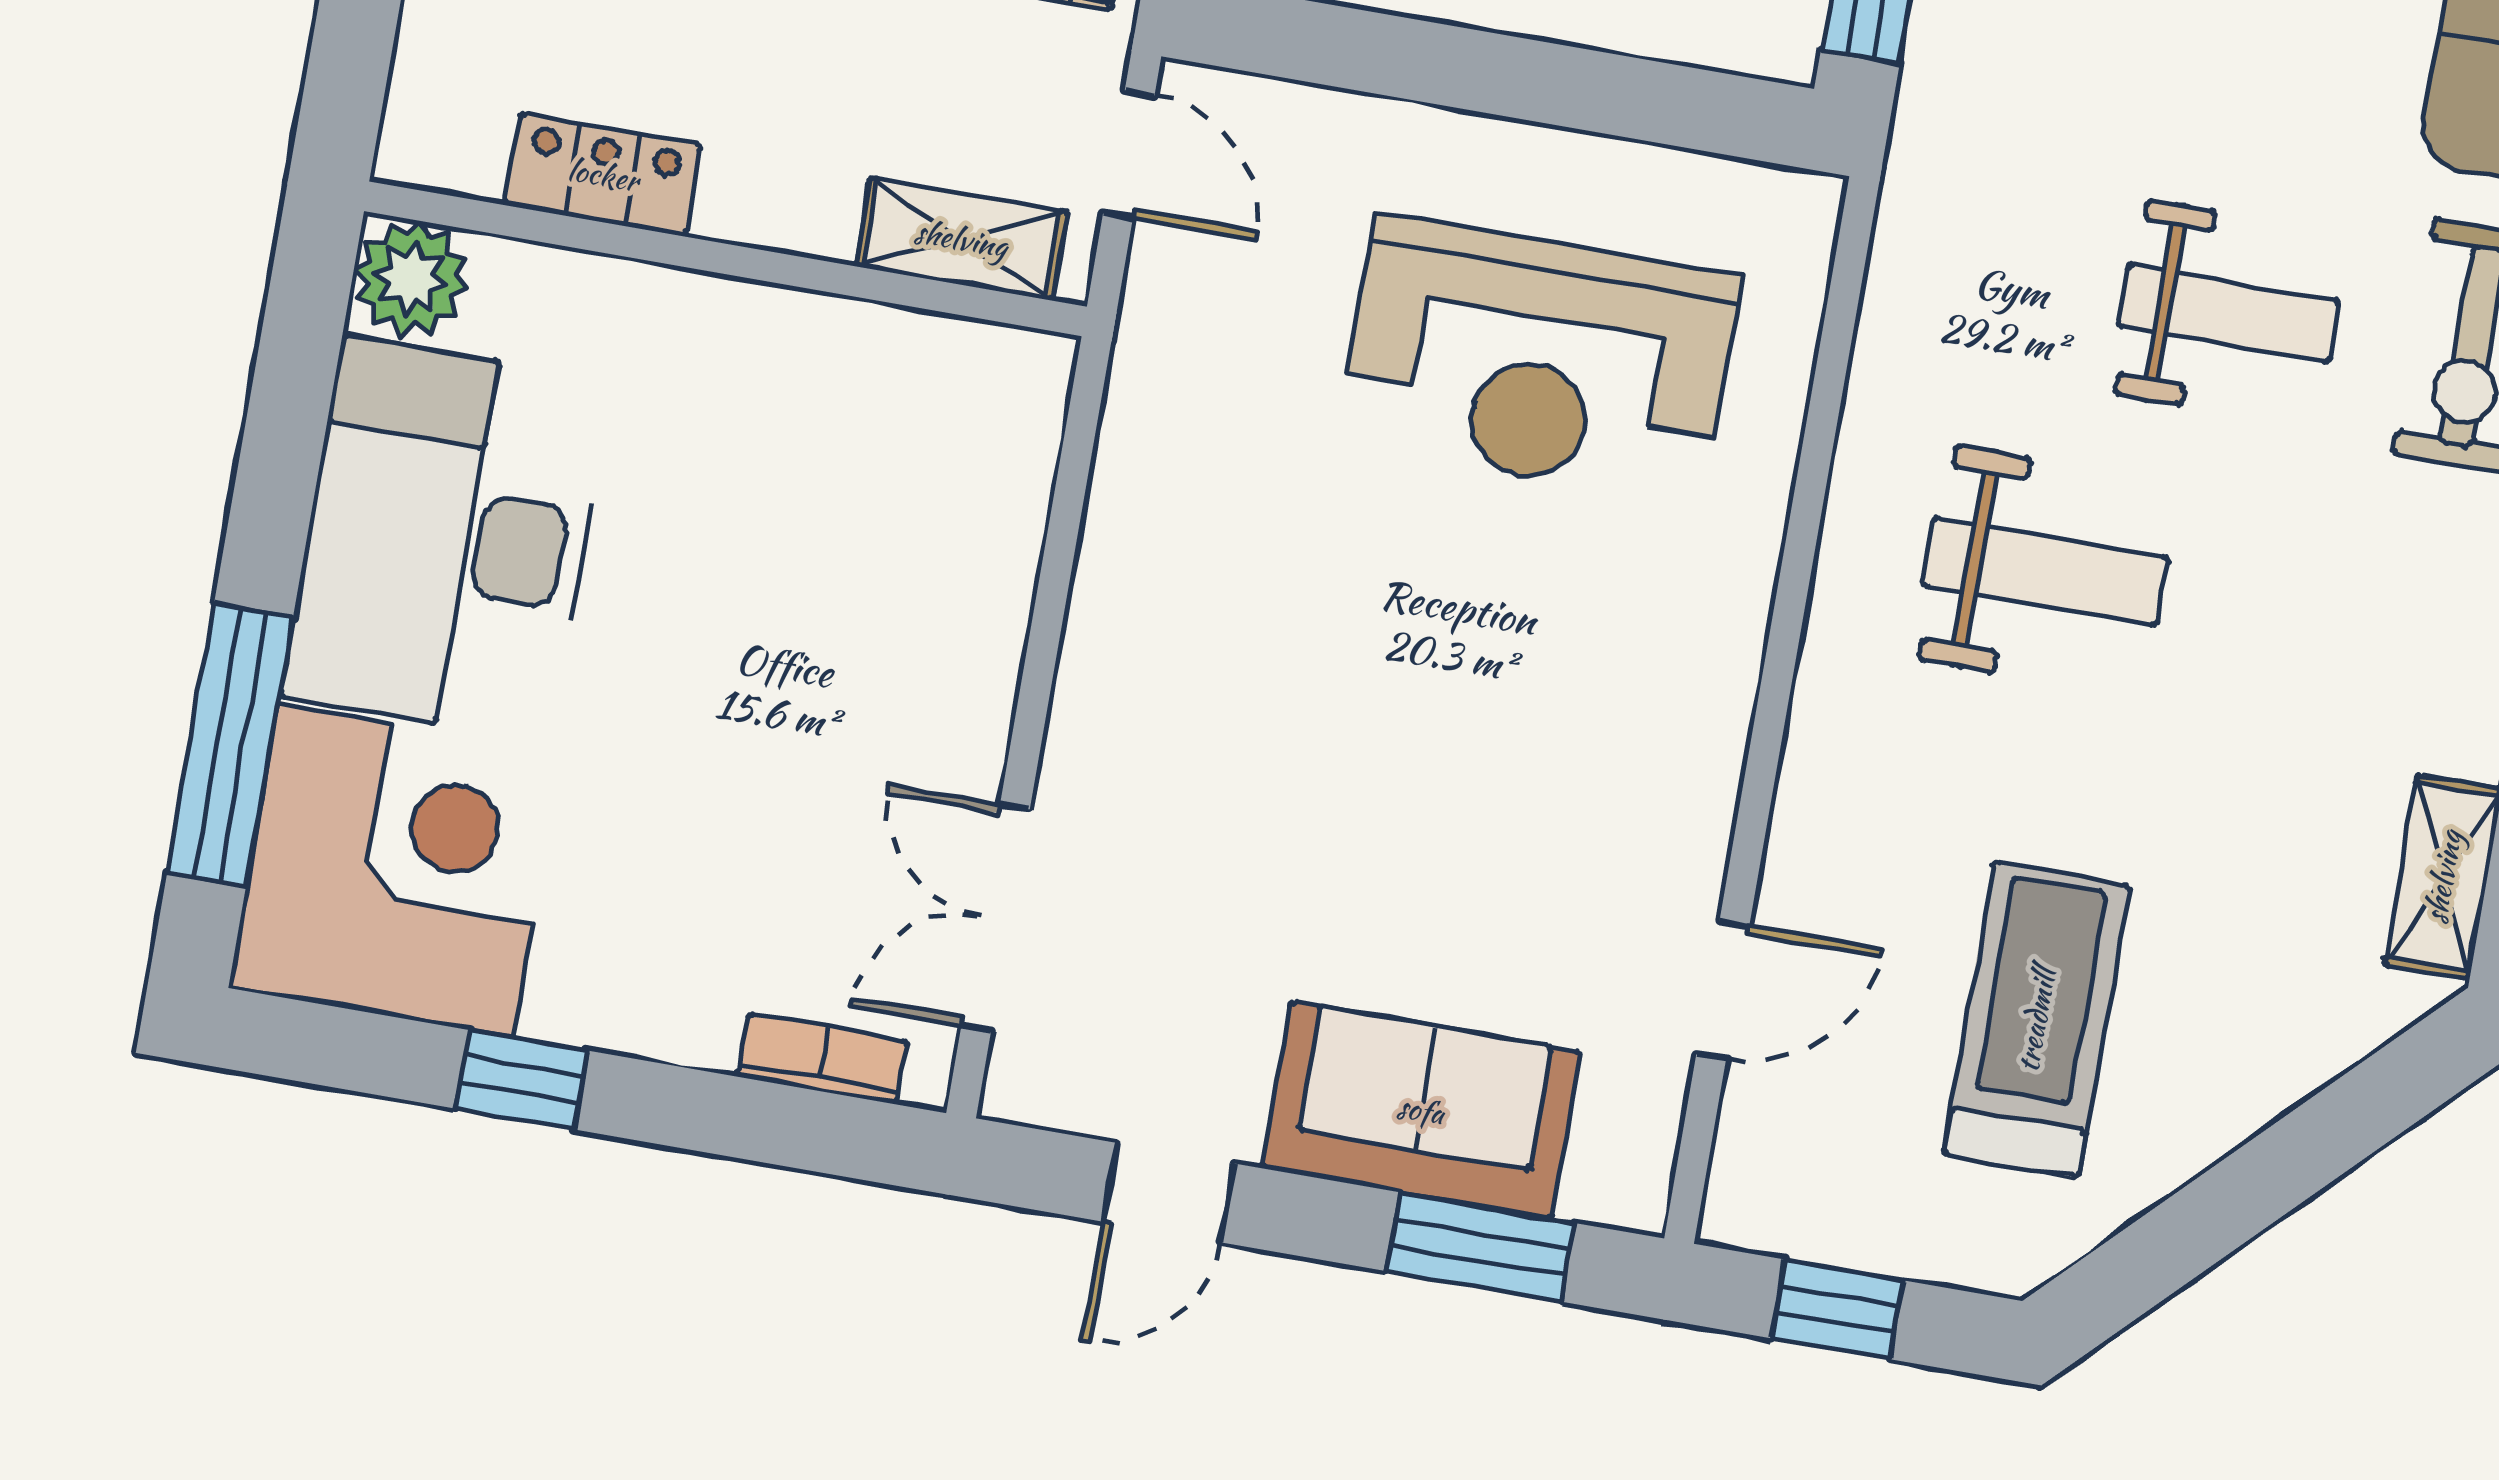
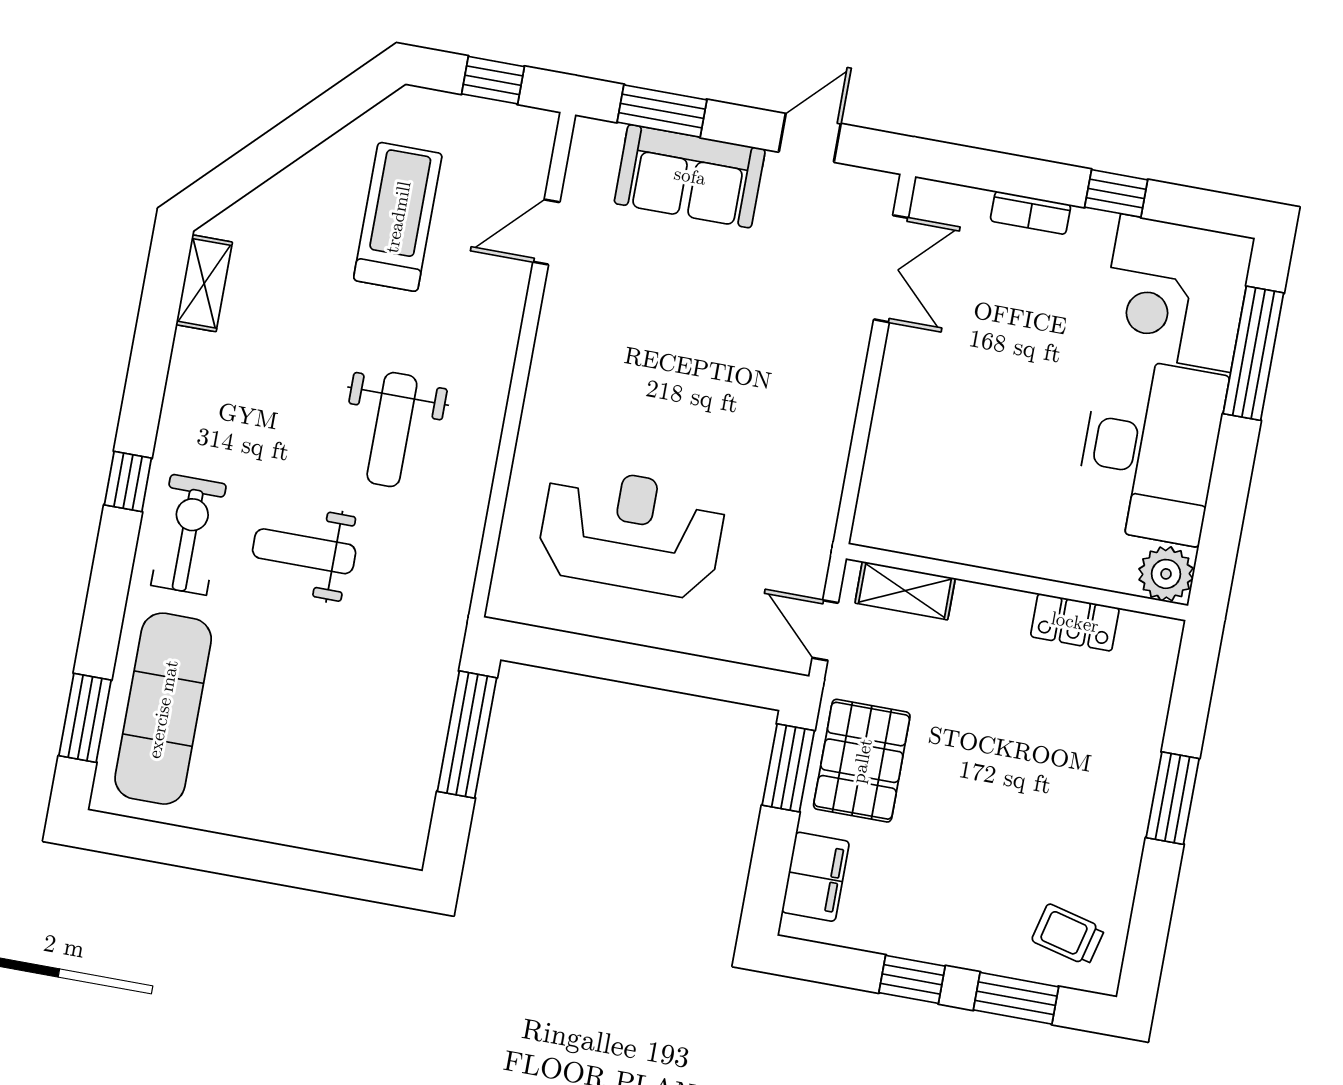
weight bench: (2045, 571) -> (392, 430), turned -90
treadmill: (2036, 1020) -> (398, 217), turned 180
bookcase: (822, 1059) -> (1031, 213), moved

